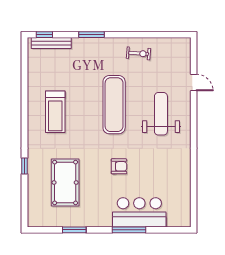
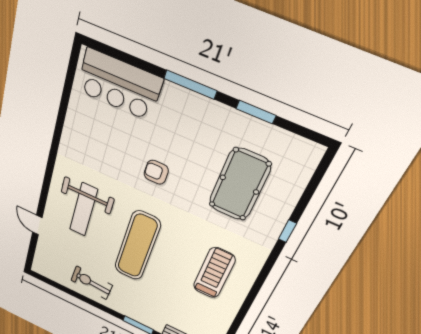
exercise bike: (139, 53) -> (91, 283), width x1.38, depth x1.39
bar counter: (139, 212) -> (119, 85), moved
window: (129, 230) -> (190, 85), moved

